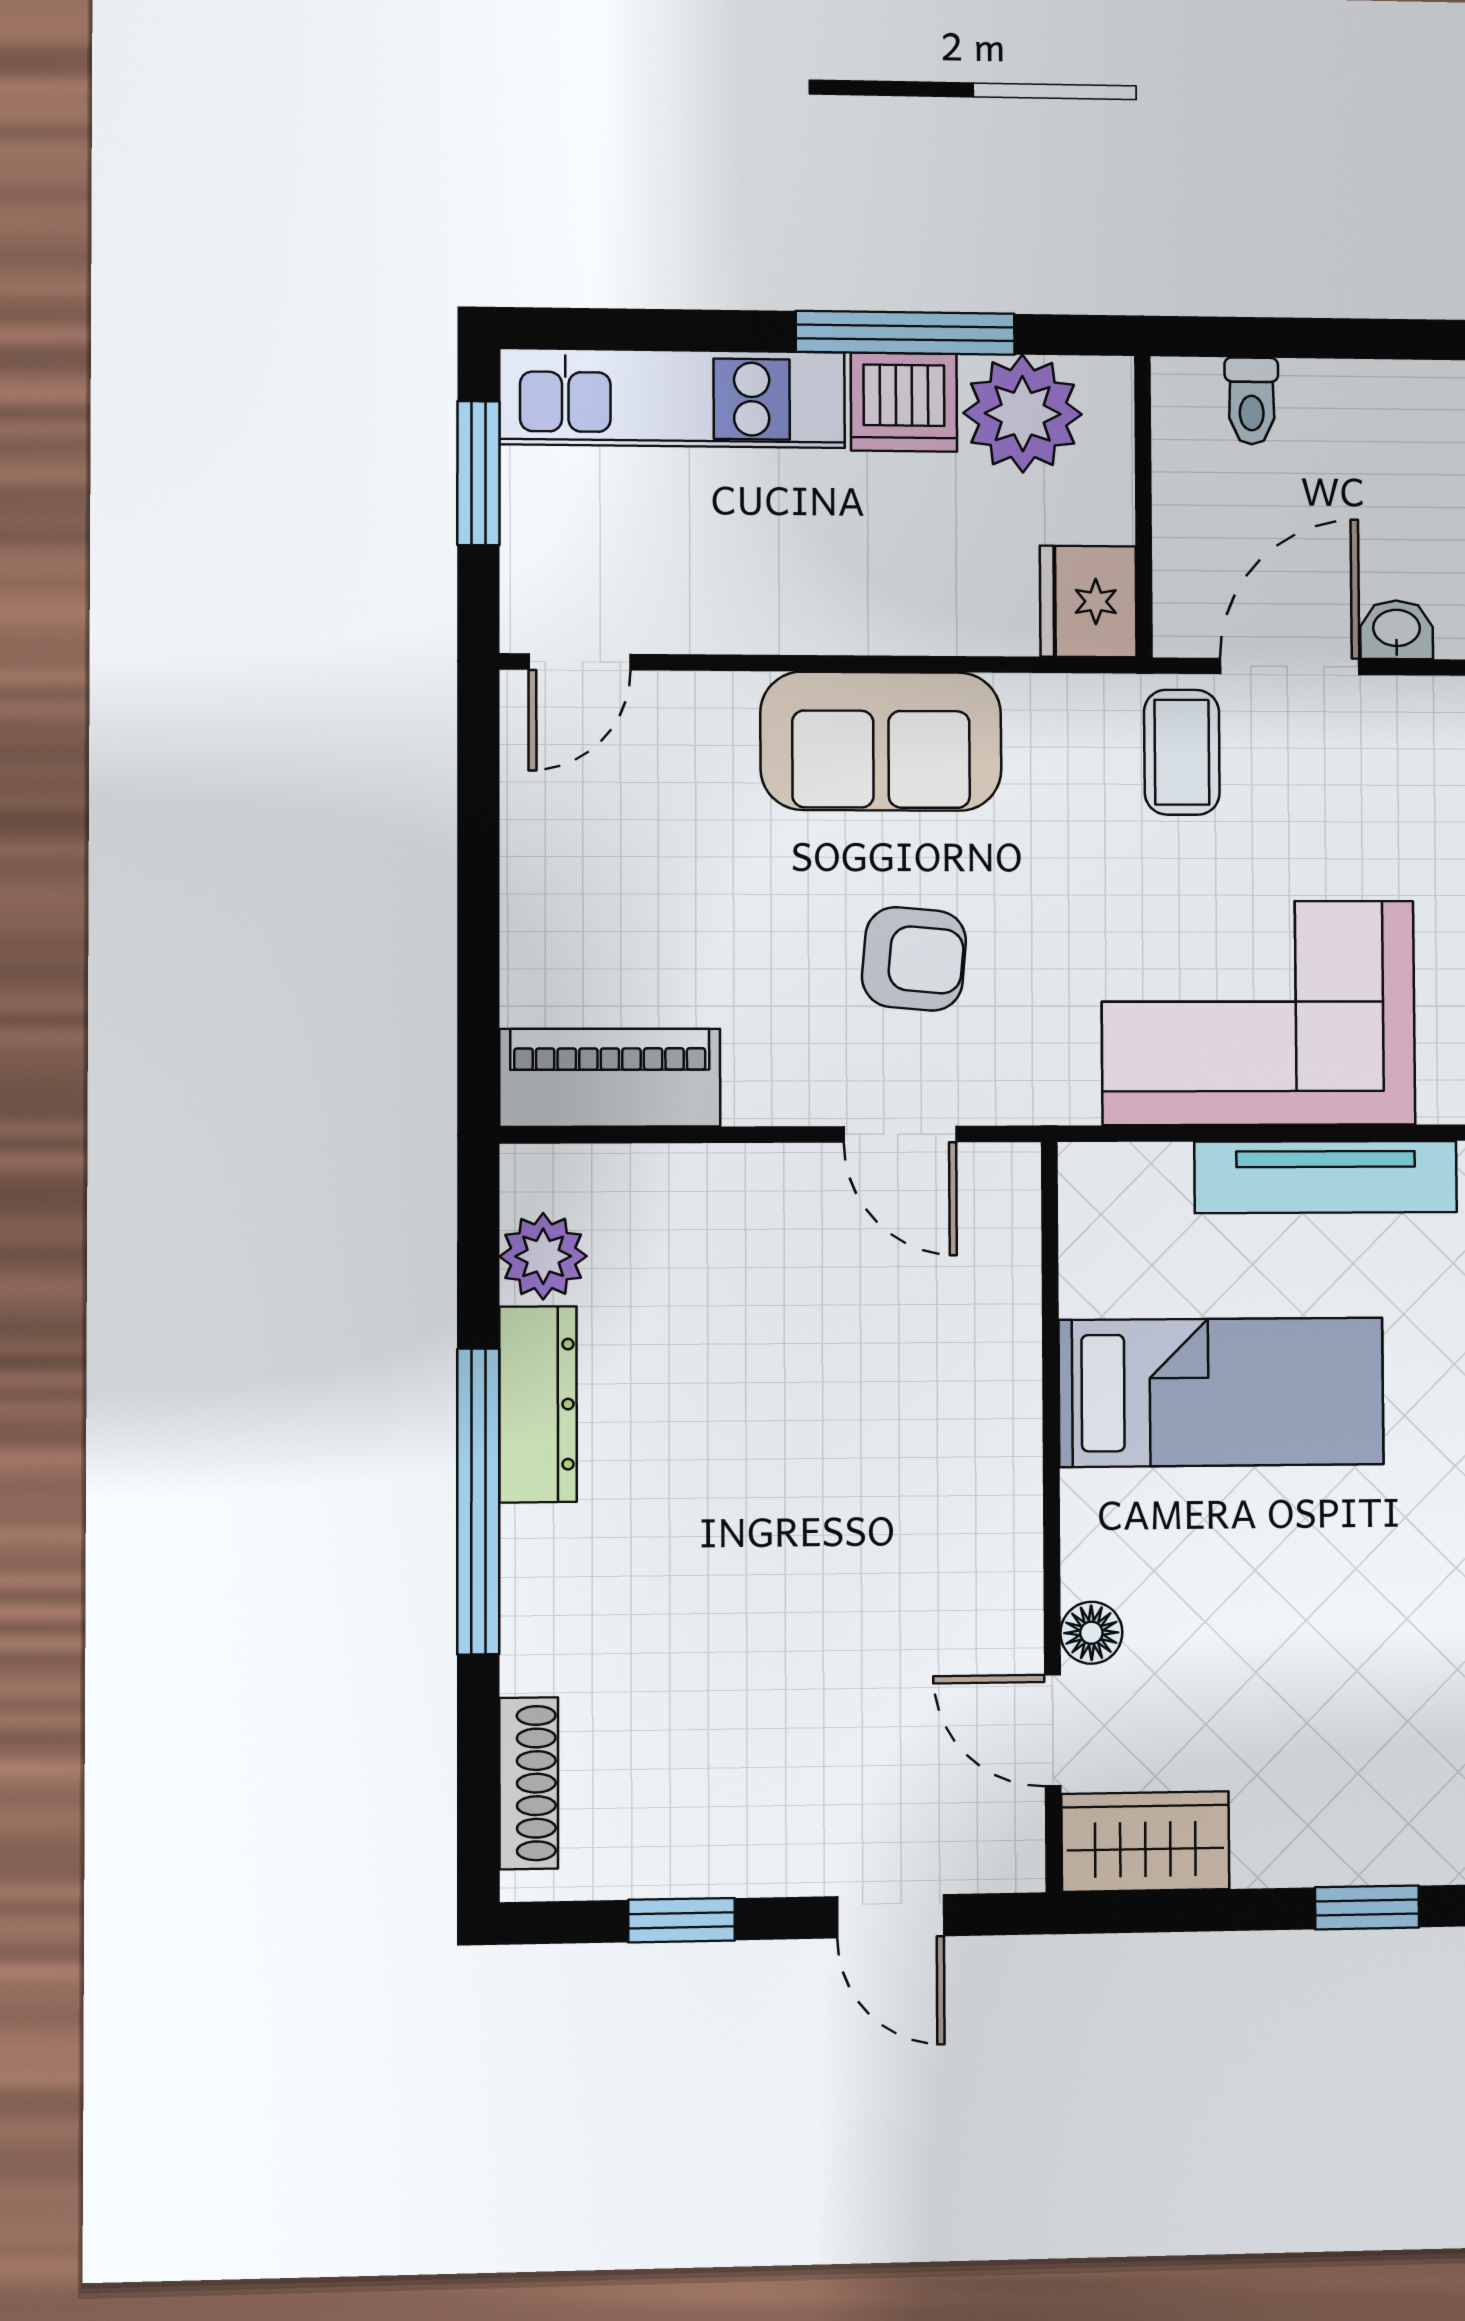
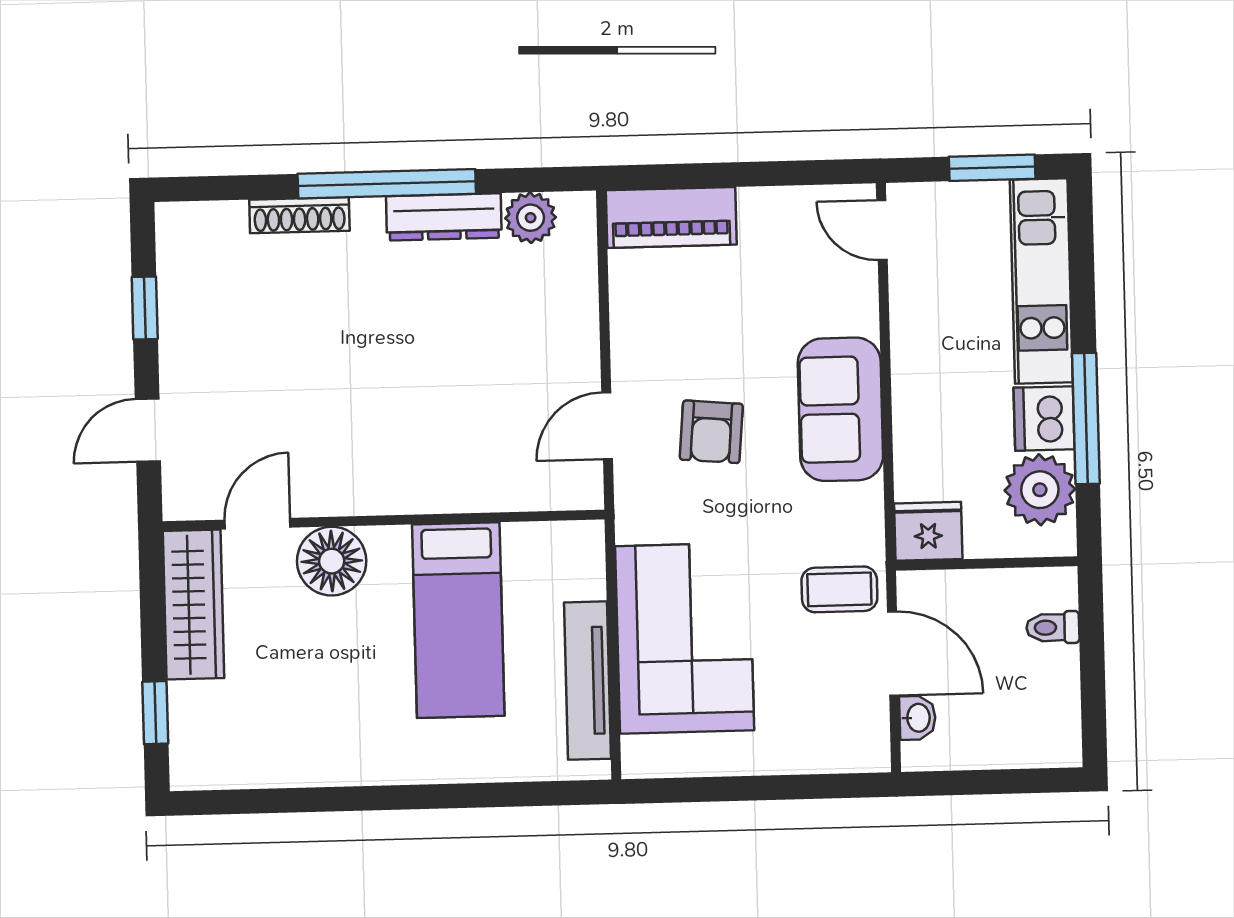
piano: (610, 1078) -> (671, 217), moved, turned 90
floor lamp: (1091, 1633) -> (332, 561), width x1.89, depth x1.89
shoe rack: (529, 1783) -> (299, 215), moved
wardrobe: (1145, 1841) -> (194, 605), width x1.50

